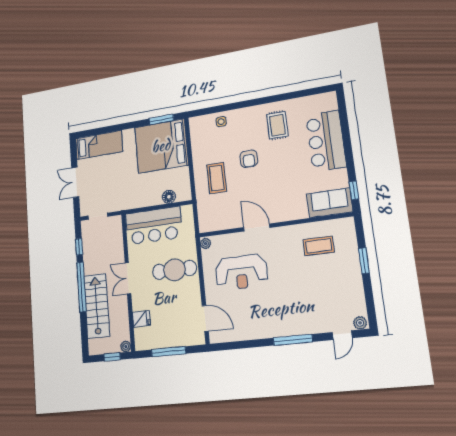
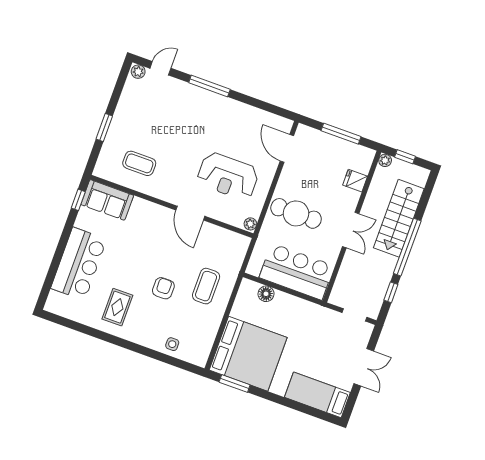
reception desk: (241, 272) -> (228, 176), turned 180

